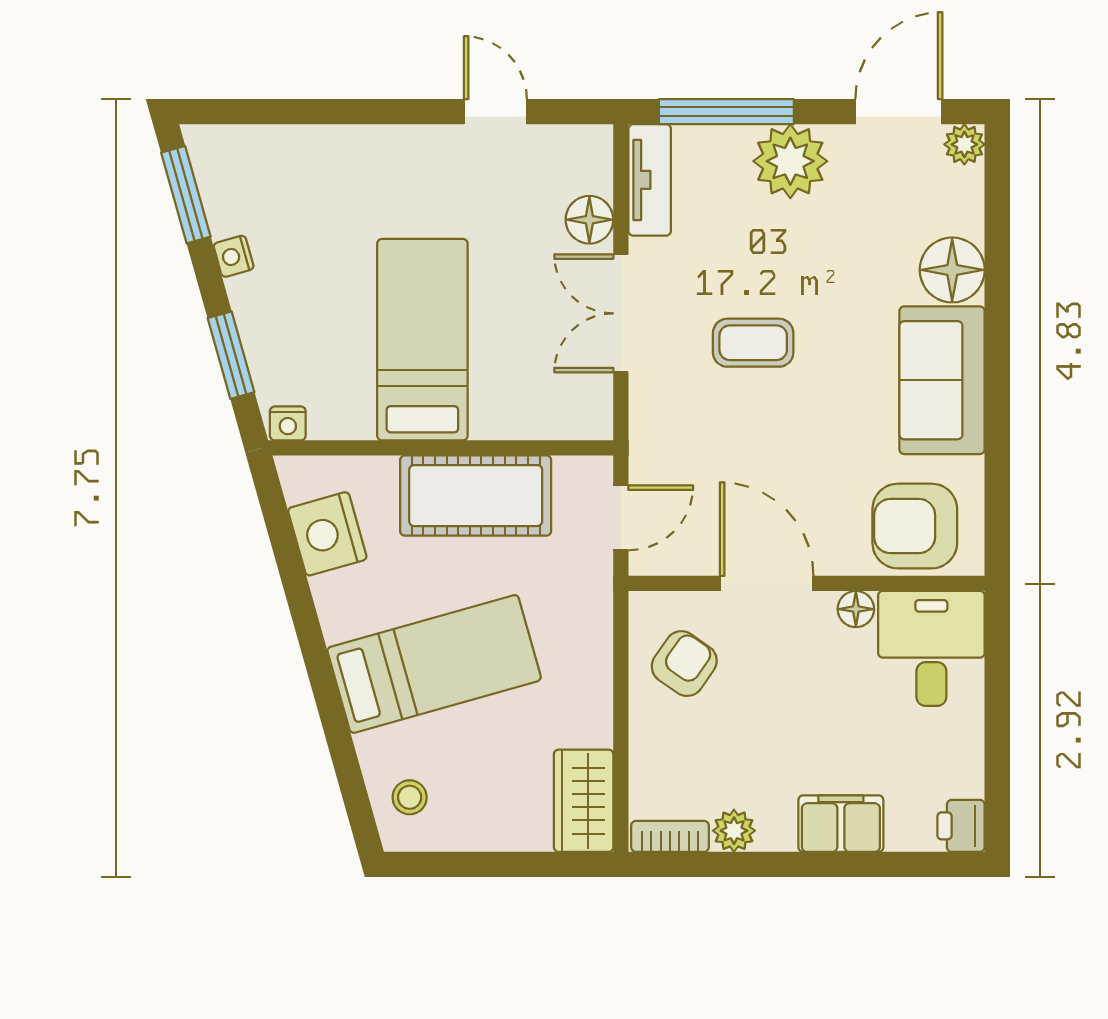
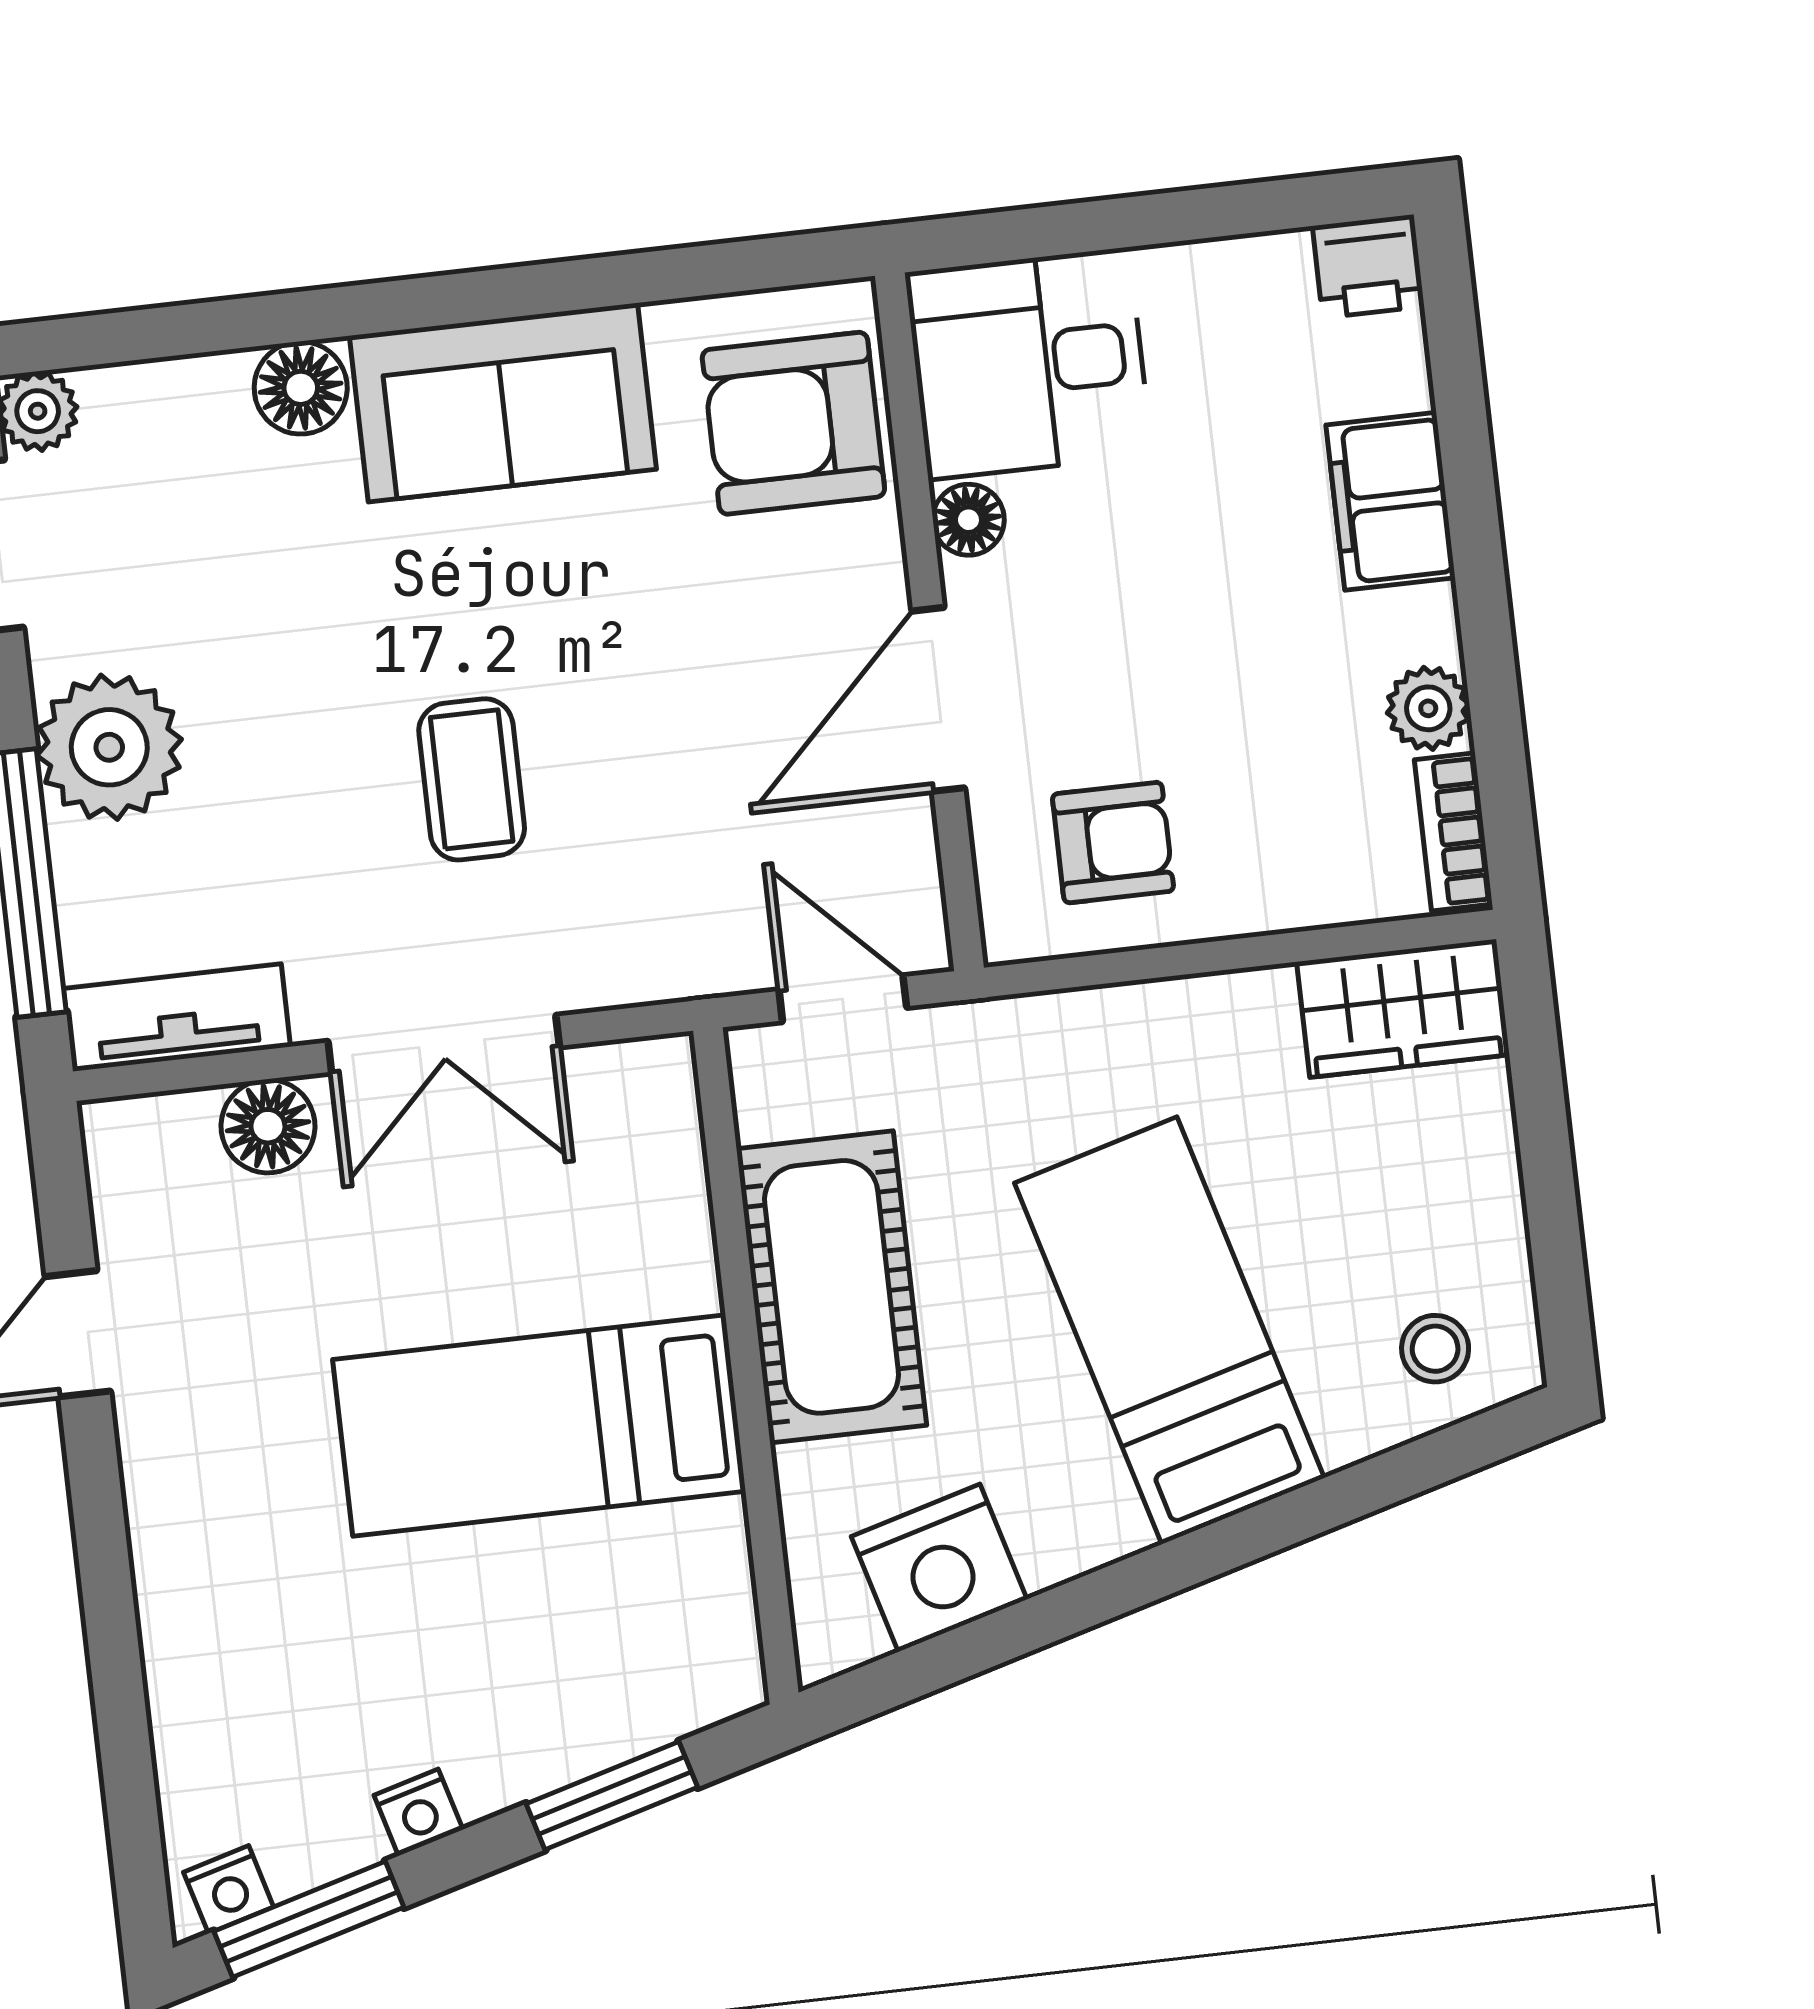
floor lamp: (952, 270) -> (301, 388), width x0.73, depth x0.73
nightstand: (288, 423) -> (229, 1890), moved, turned 74
armchair: (915, 526) -> (793, 423), turned 90
armchair: (684, 664) -> (1113, 843), turned 145

